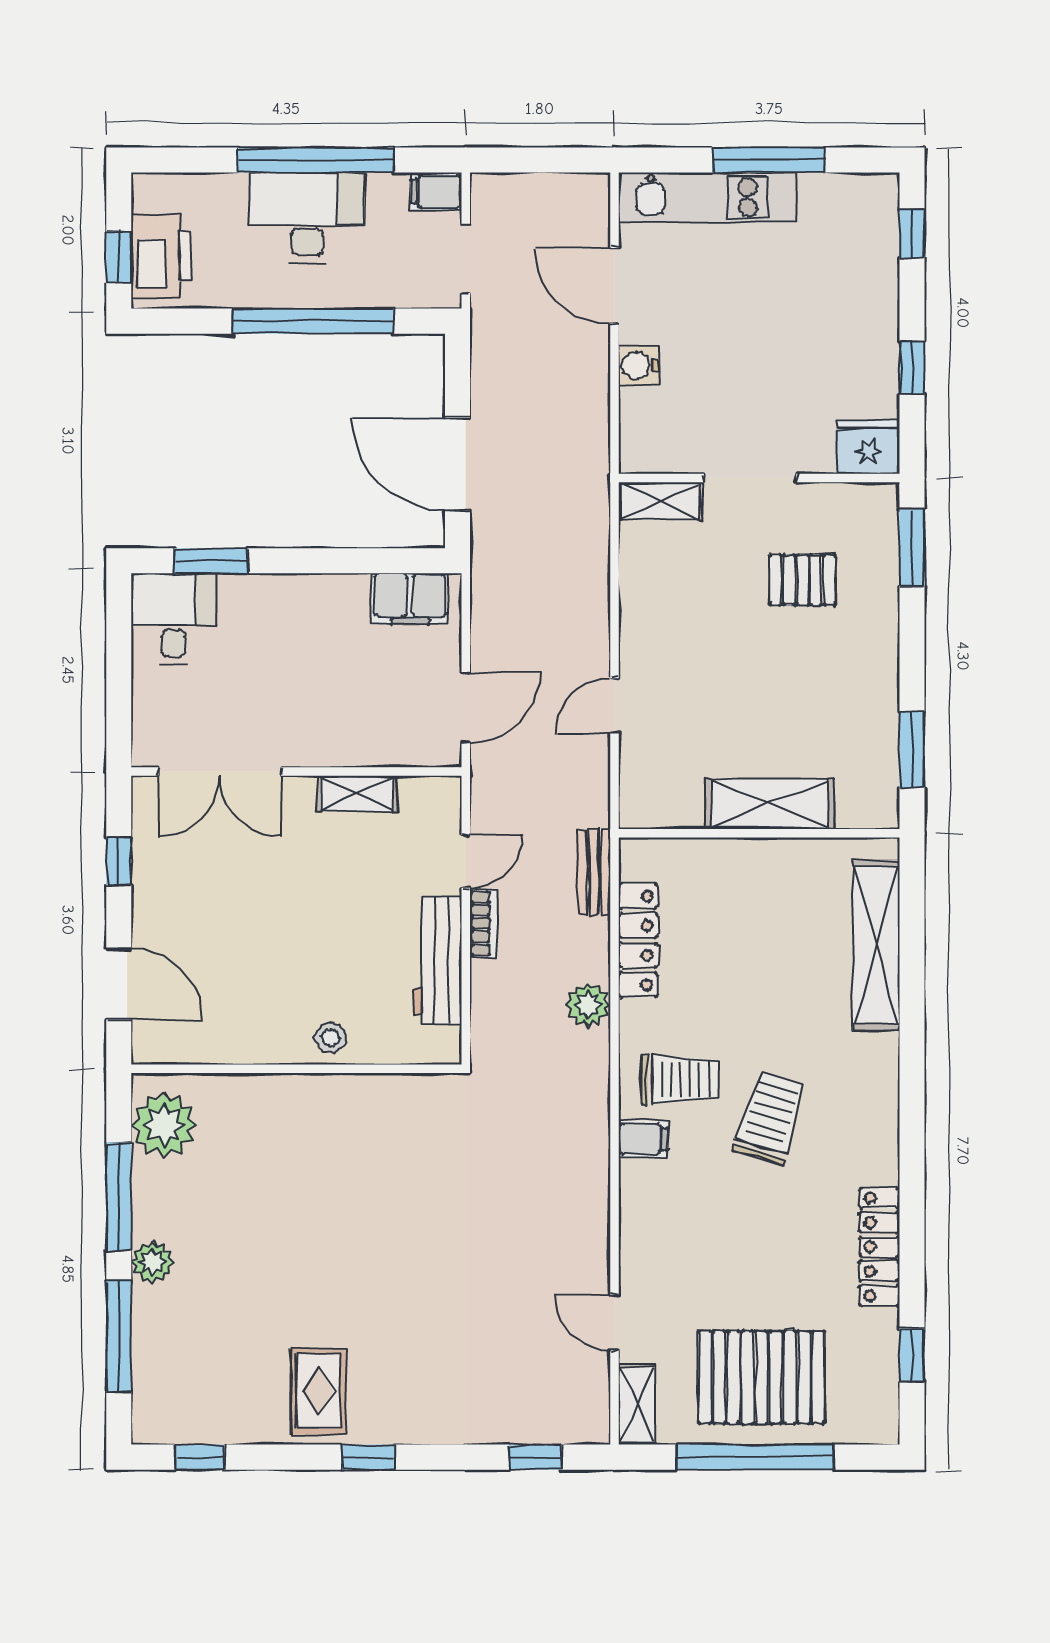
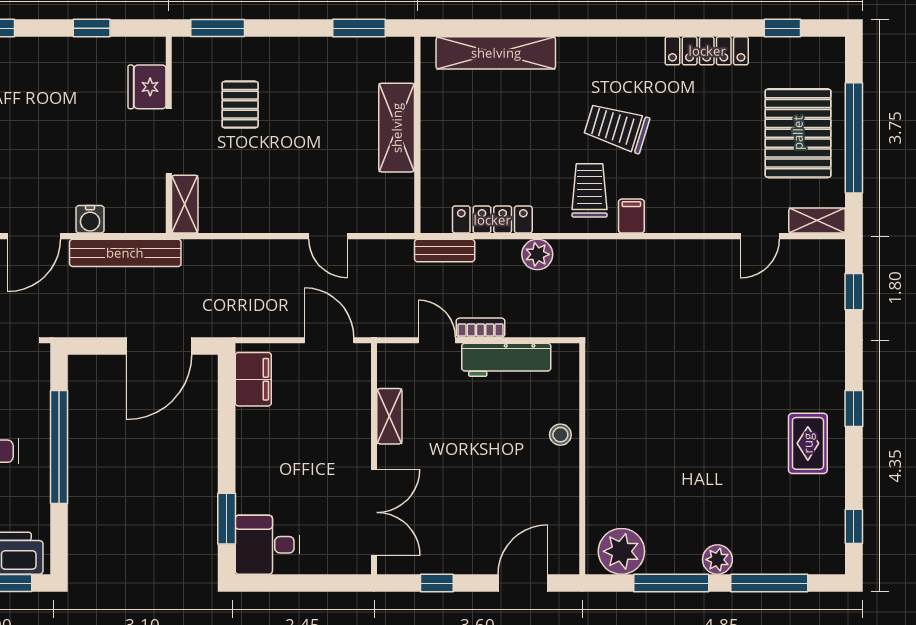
bench: (591, 416) -> (125, 253), added
fridge: (868, 447) -> (147, 87), moved
rug: (318, 1391) -> (808, 443), turned 90

